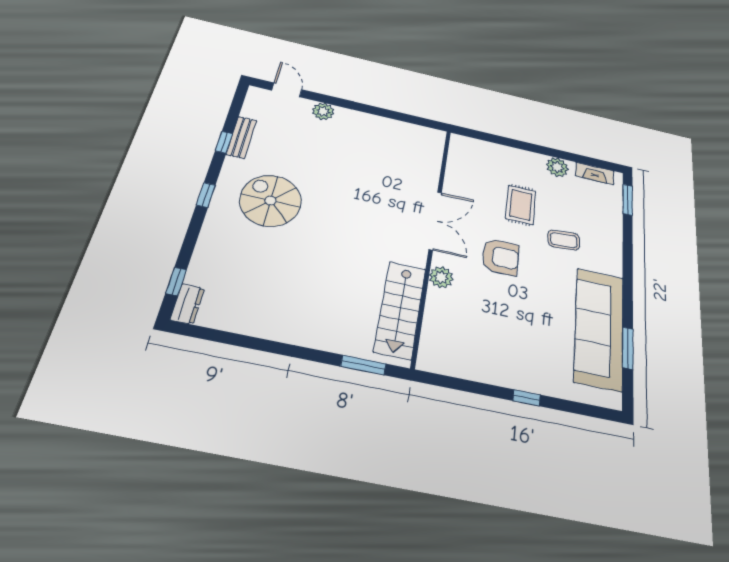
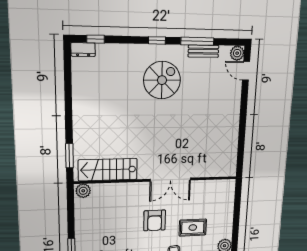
door: (287, 90) -> (246, 71), swing flipped
plant: (323, 111) -> (237, 53), moved
window: (224, 142) -> (197, 41), width x2.17
plant: (441, 277) -> (83, 191), moved

